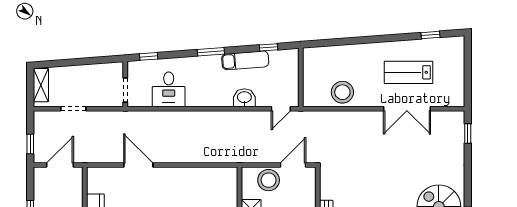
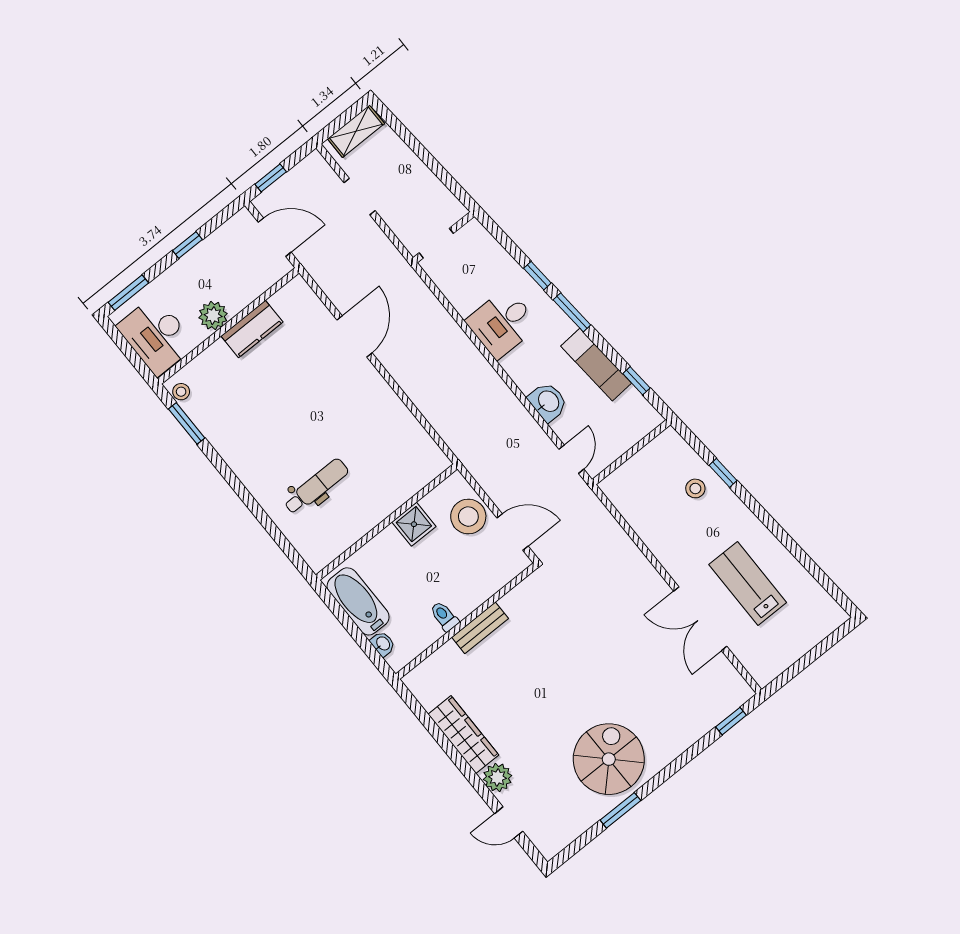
window: (430, 35) -> (723, 473), moved
window: (149, 56) -> (537, 276), moved
desk: (169, 89) -> (502, 323), moved
stool: (342, 92) -> (695, 488), moved, width x0.53, depth x0.53
door: (281, 109) -> (571, 459), swing flipped

